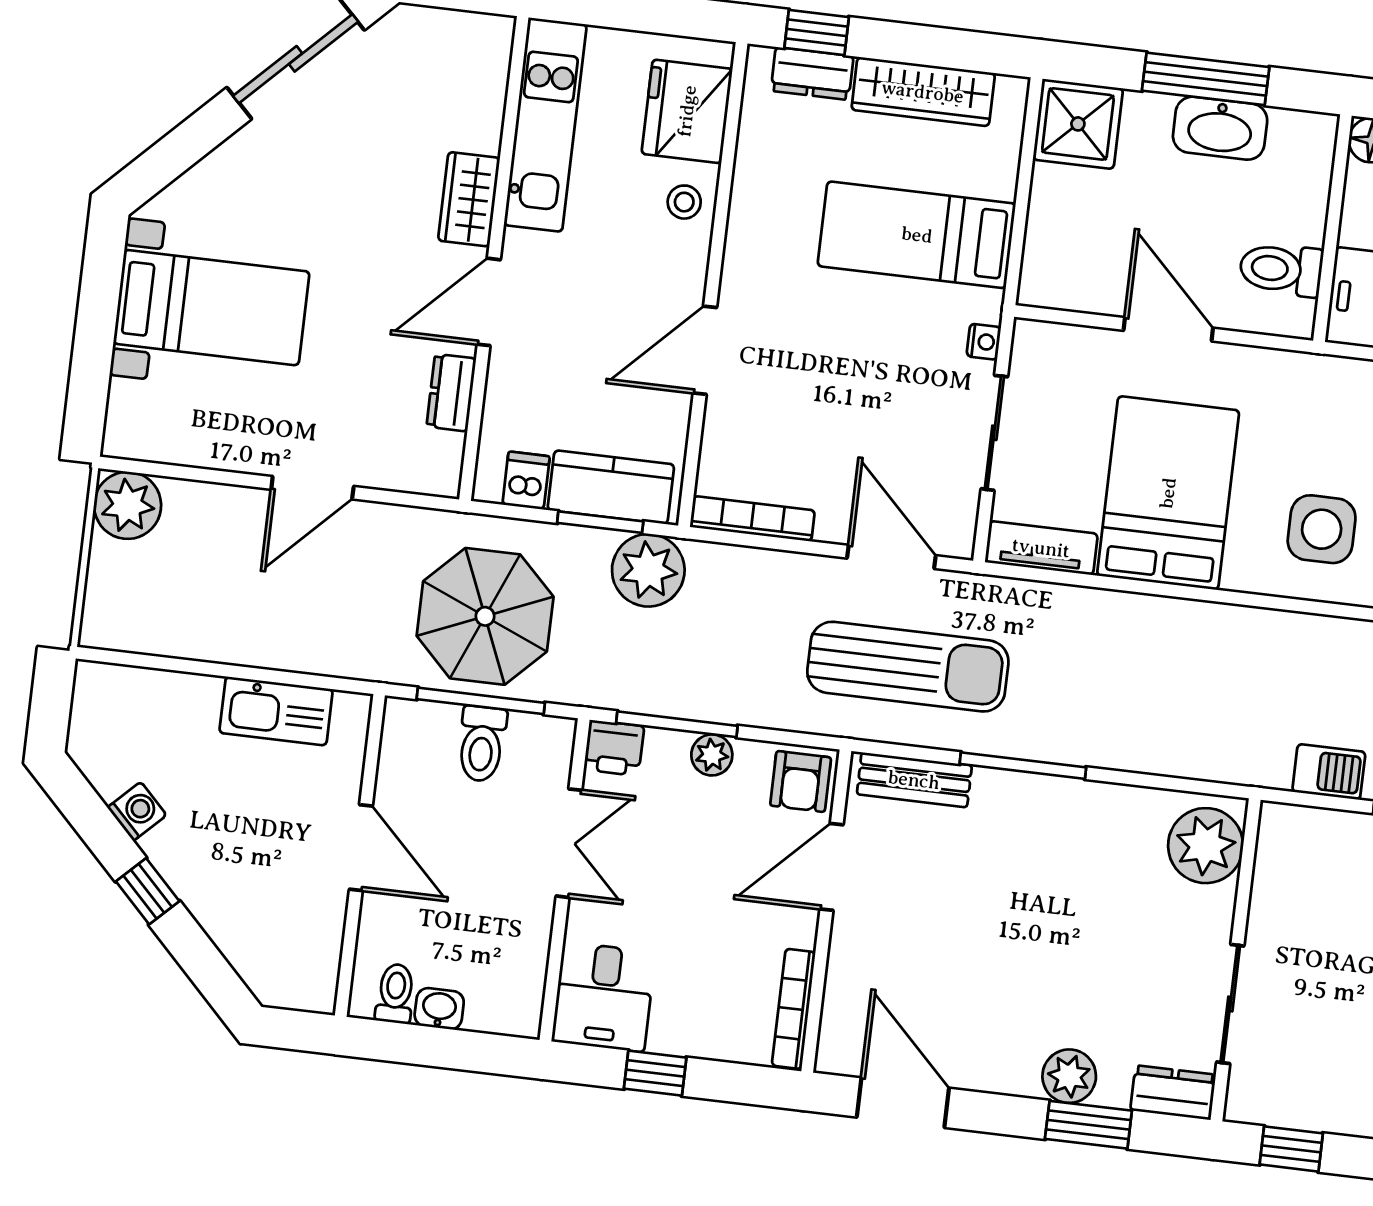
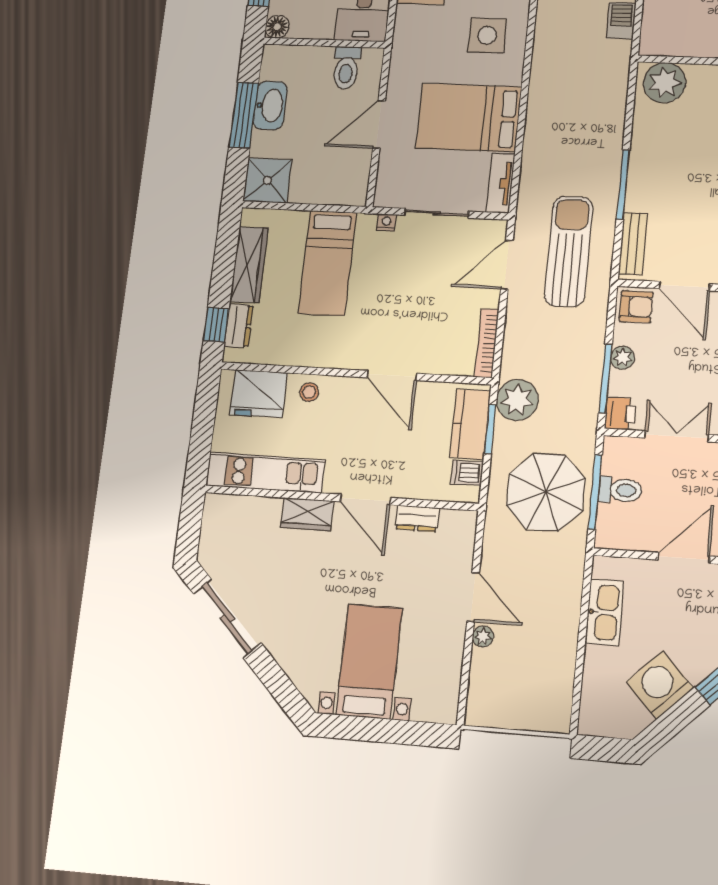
plant: (128, 505) -> (483, 636), moved, width x0.53, depth x0.53
washing machine: (137, 811) -> (660, 685), width x1.89, depth x1.89

